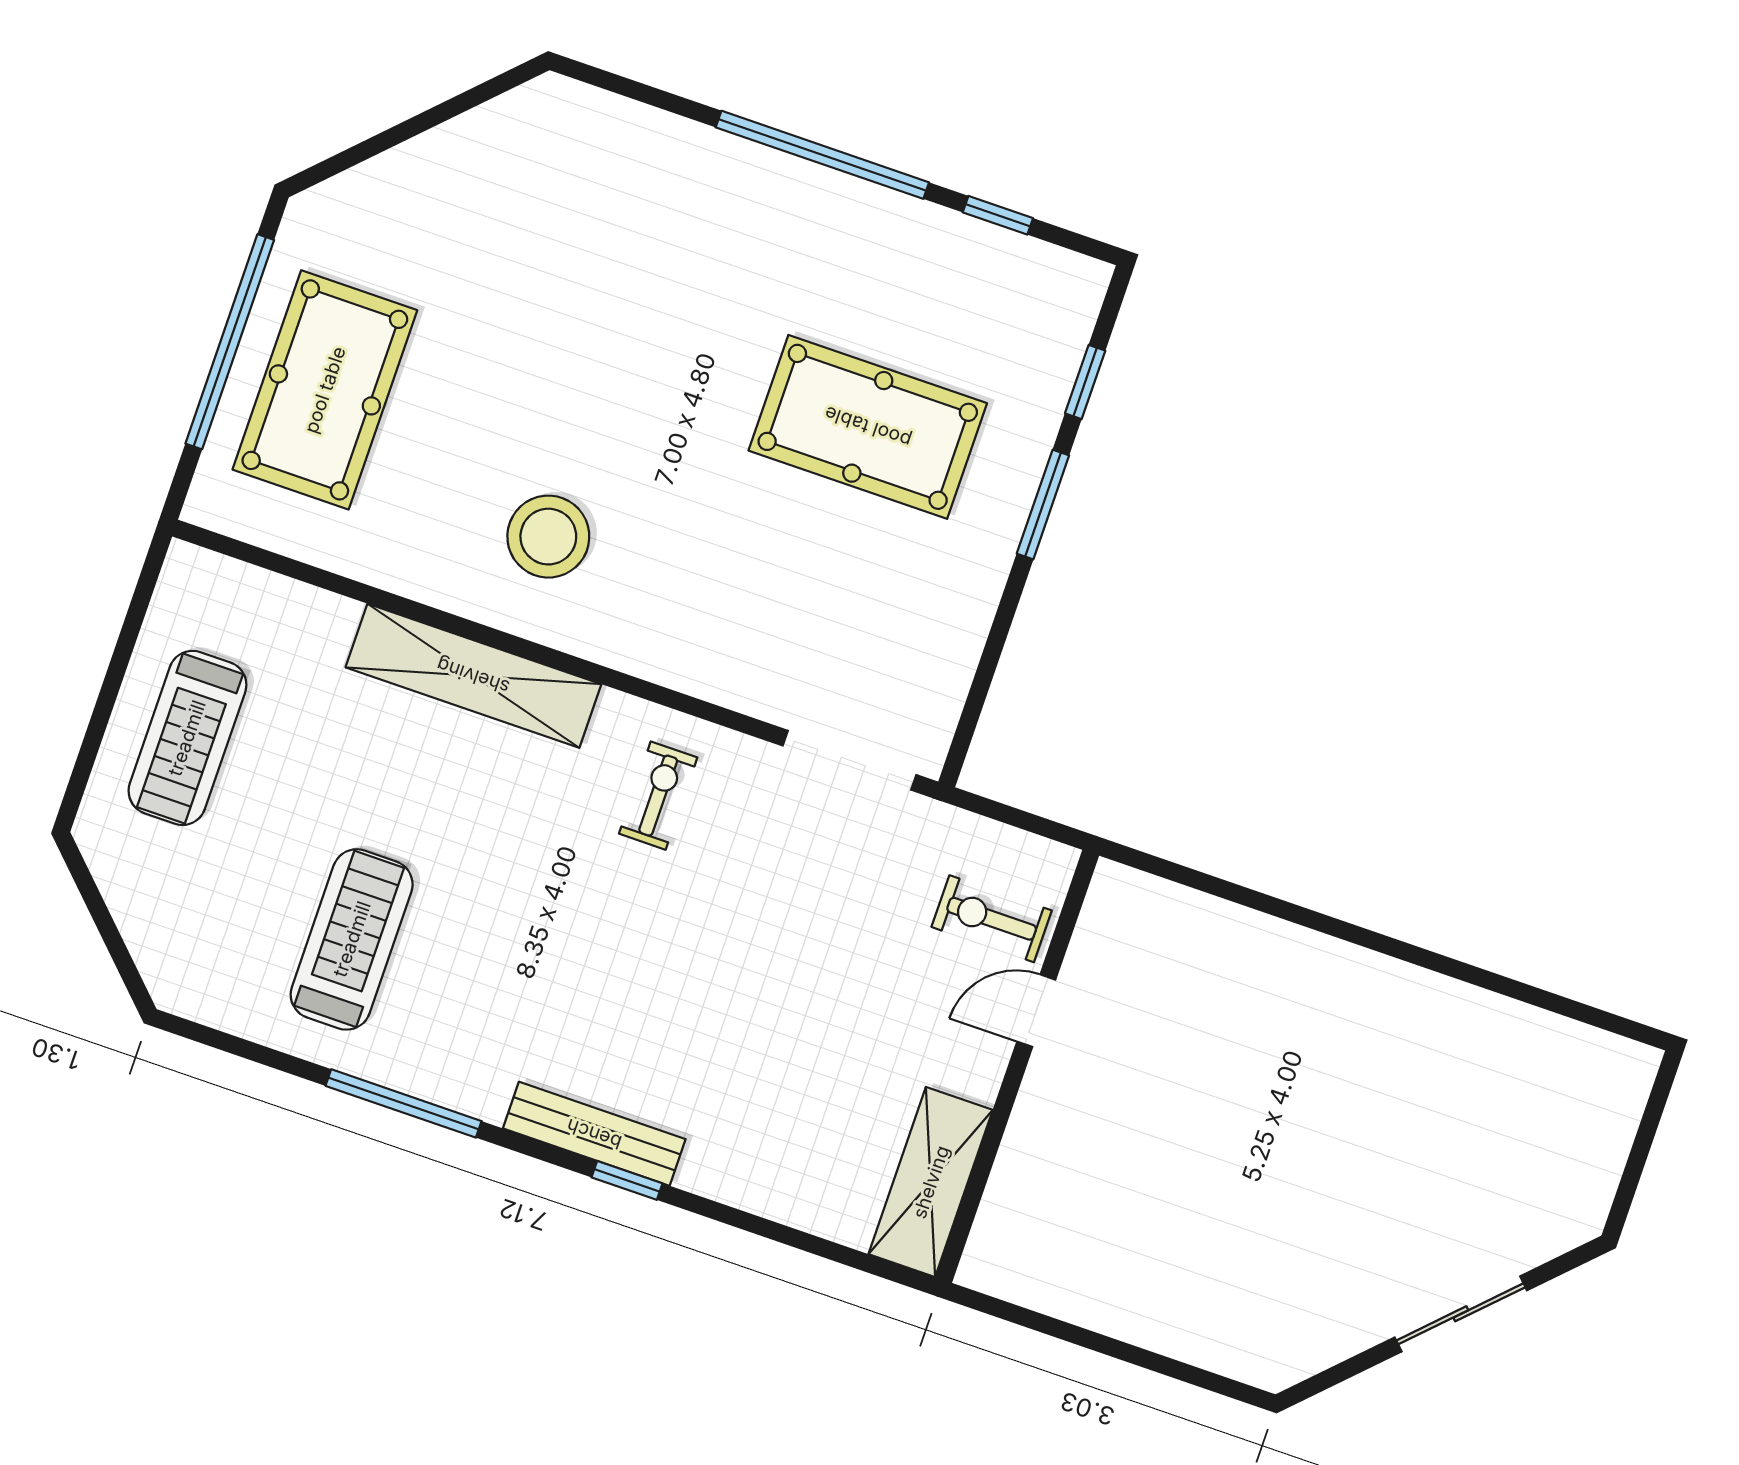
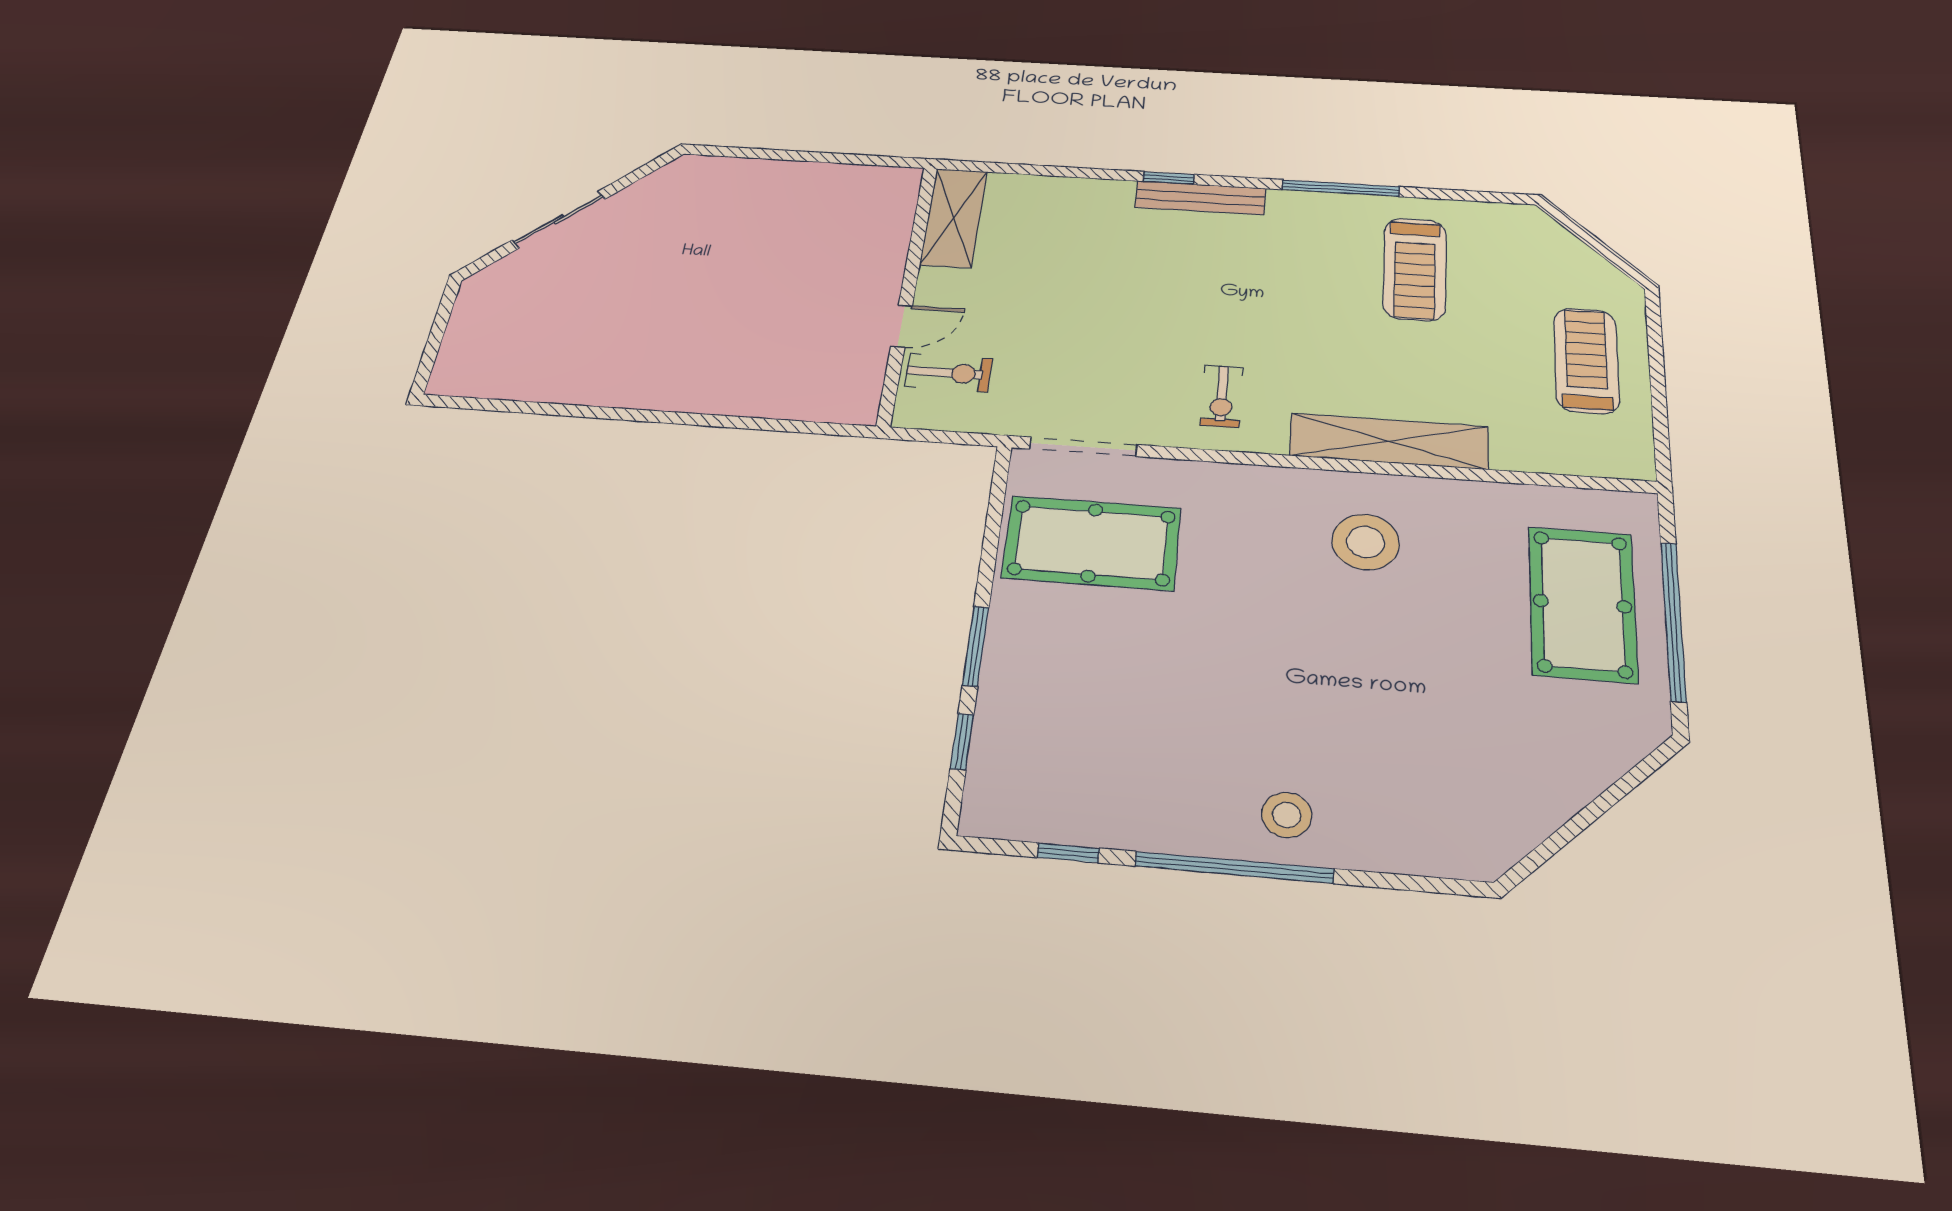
stool: (747, 203) -> (1287, 815), added
pool table: (868, 427) -> (1092, 543), moved

